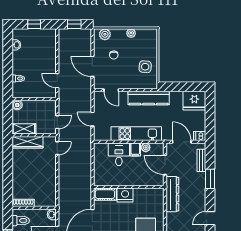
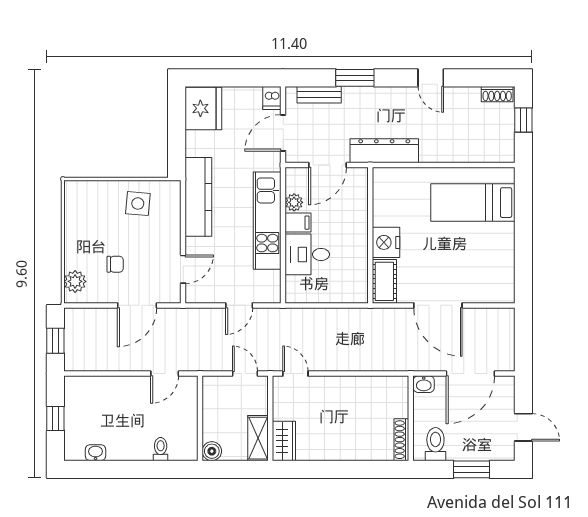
plant: (131, 33) -> (73, 231), removed
wardrobe: (28, 142) -> (284, 441), width x0.67

